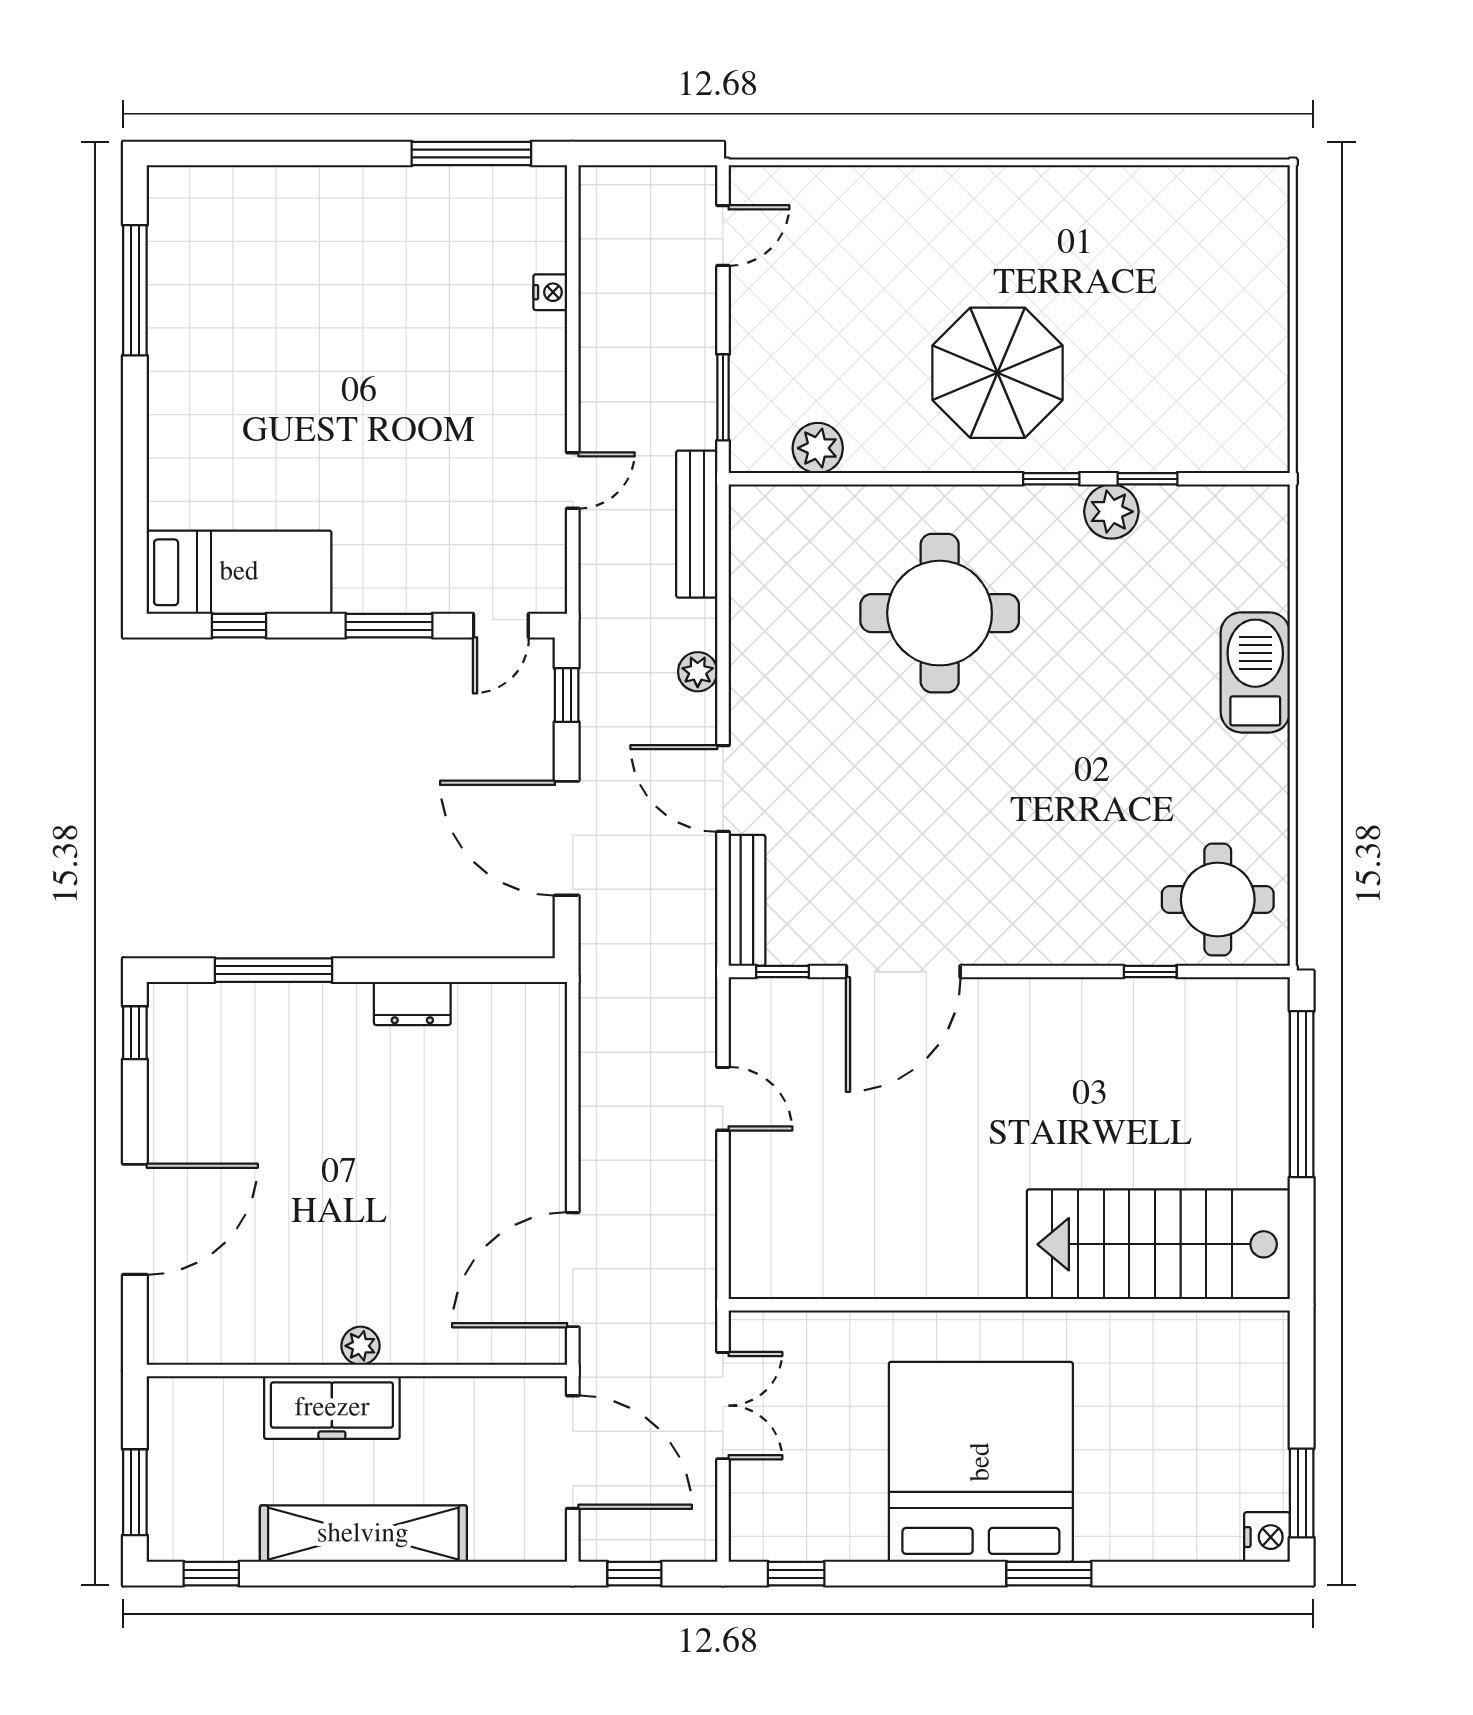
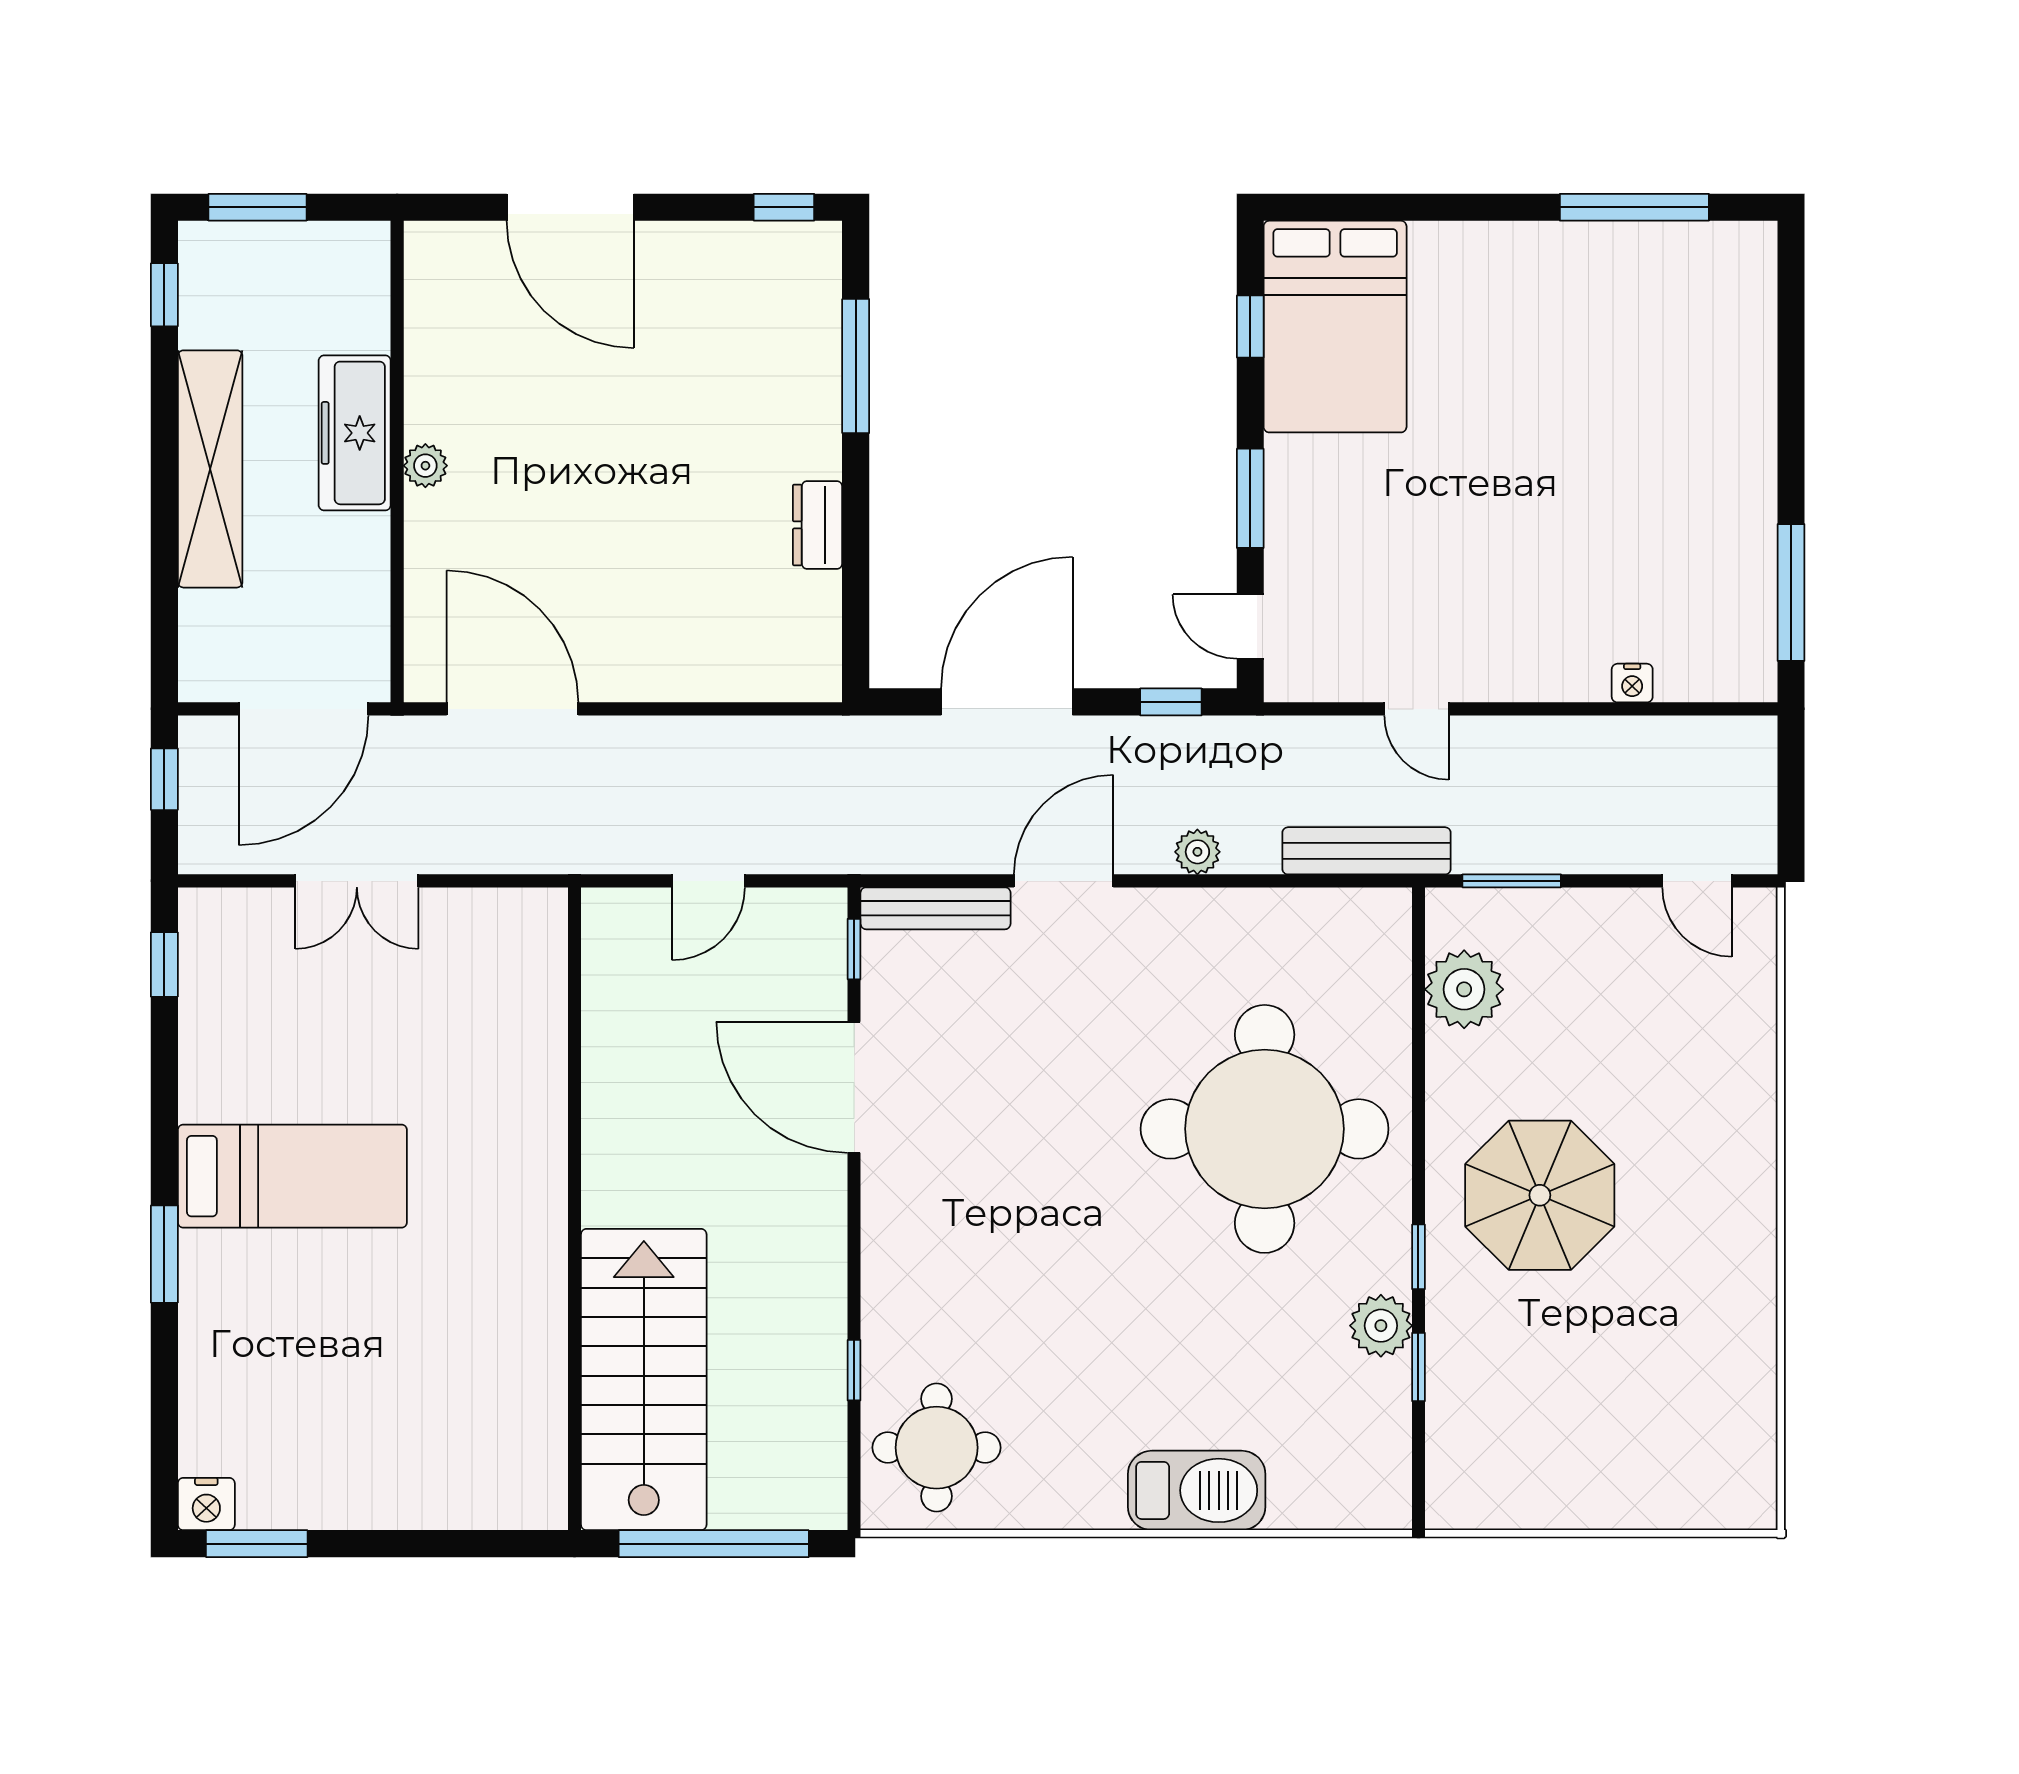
plant: (818, 448) -> (1464, 989), width x1.36, depth x1.36
bed: (239, 572) -> (1335, 327), width x1.50
round table: (940, 613) -> (1265, 1129), width x1.36, depth x1.36
stairs: (1158, 1244) -> (644, 1379), moved
wall: (1009, 1305) -> (575, 1209), moved
bed: (981, 1462) -> (292, 1176), width x0.49

